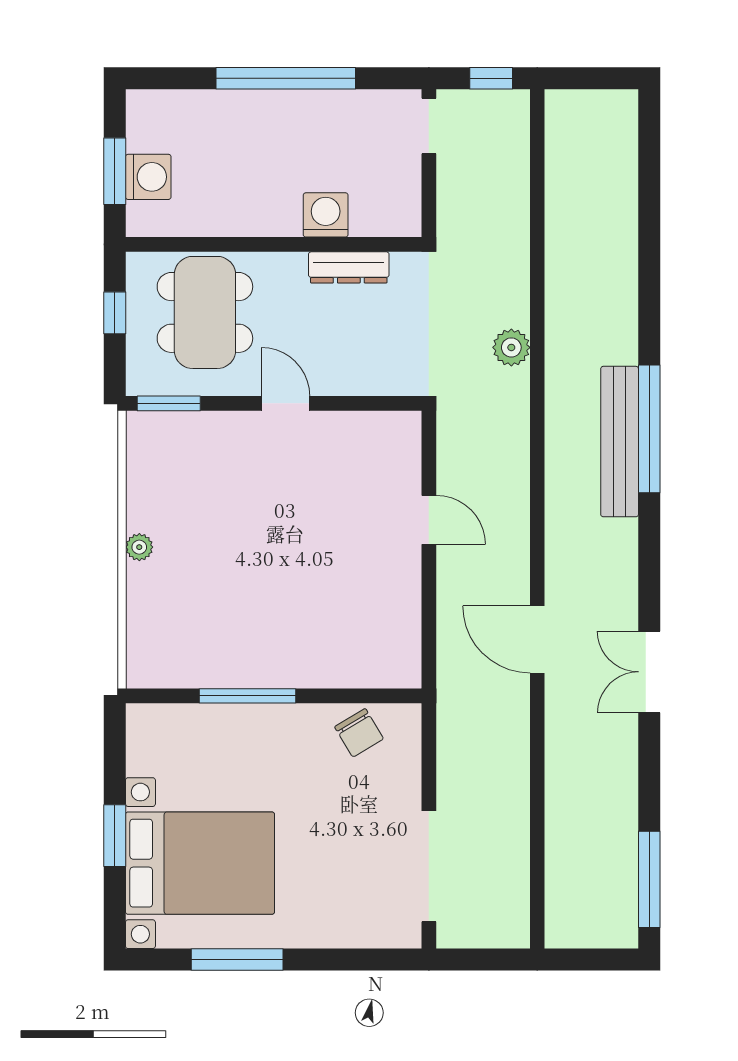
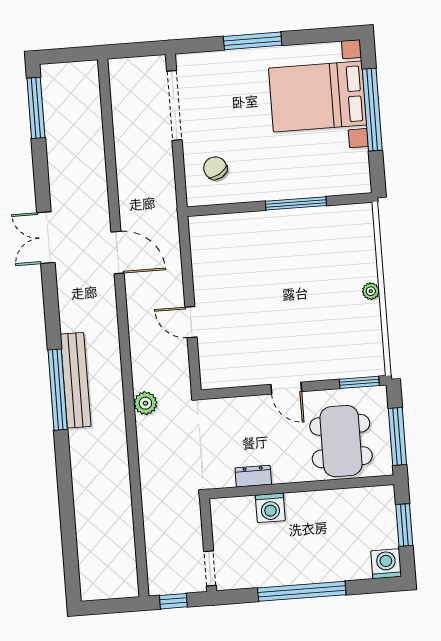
washing machine: (148, 177) -> (386, 564), moved, turned 90
dresser: (349, 267) -> (253, 476), width x0.70
window: (115, 313) -> (397, 436), width x2.17
plant: (511, 347) -> (145, 403), moved
double door: (649, 672) -> (46, 238), swing flipped
chair: (359, 733) -> (215, 168), moved
window: (115, 836) -> (372, 110), width x2.11
window: (237, 960) -> (253, 41), moved

